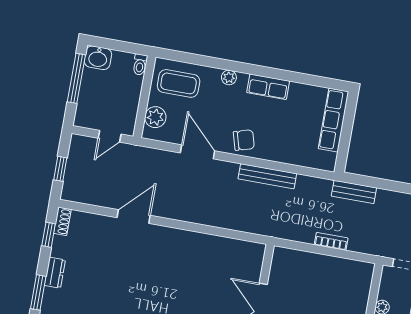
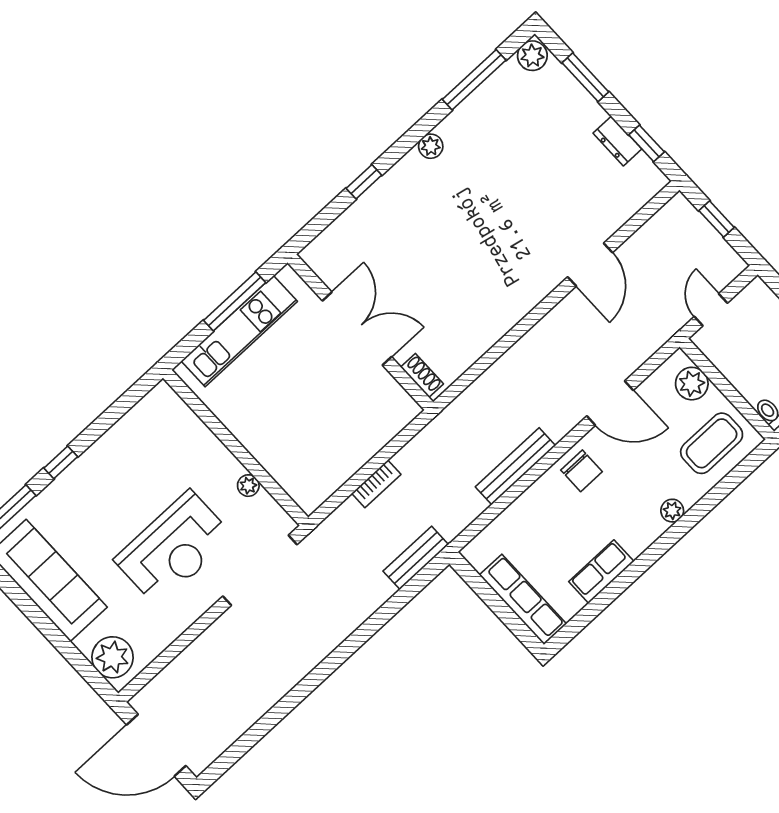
row of seats: (268, 87) -> (601, 572), moved
chair: (244, 140) -> (582, 471), turned -74
shoe rack: (62, 221) -> (422, 375), moved, turned 180
dresser: (55, 273) -> (617, 141), moved

